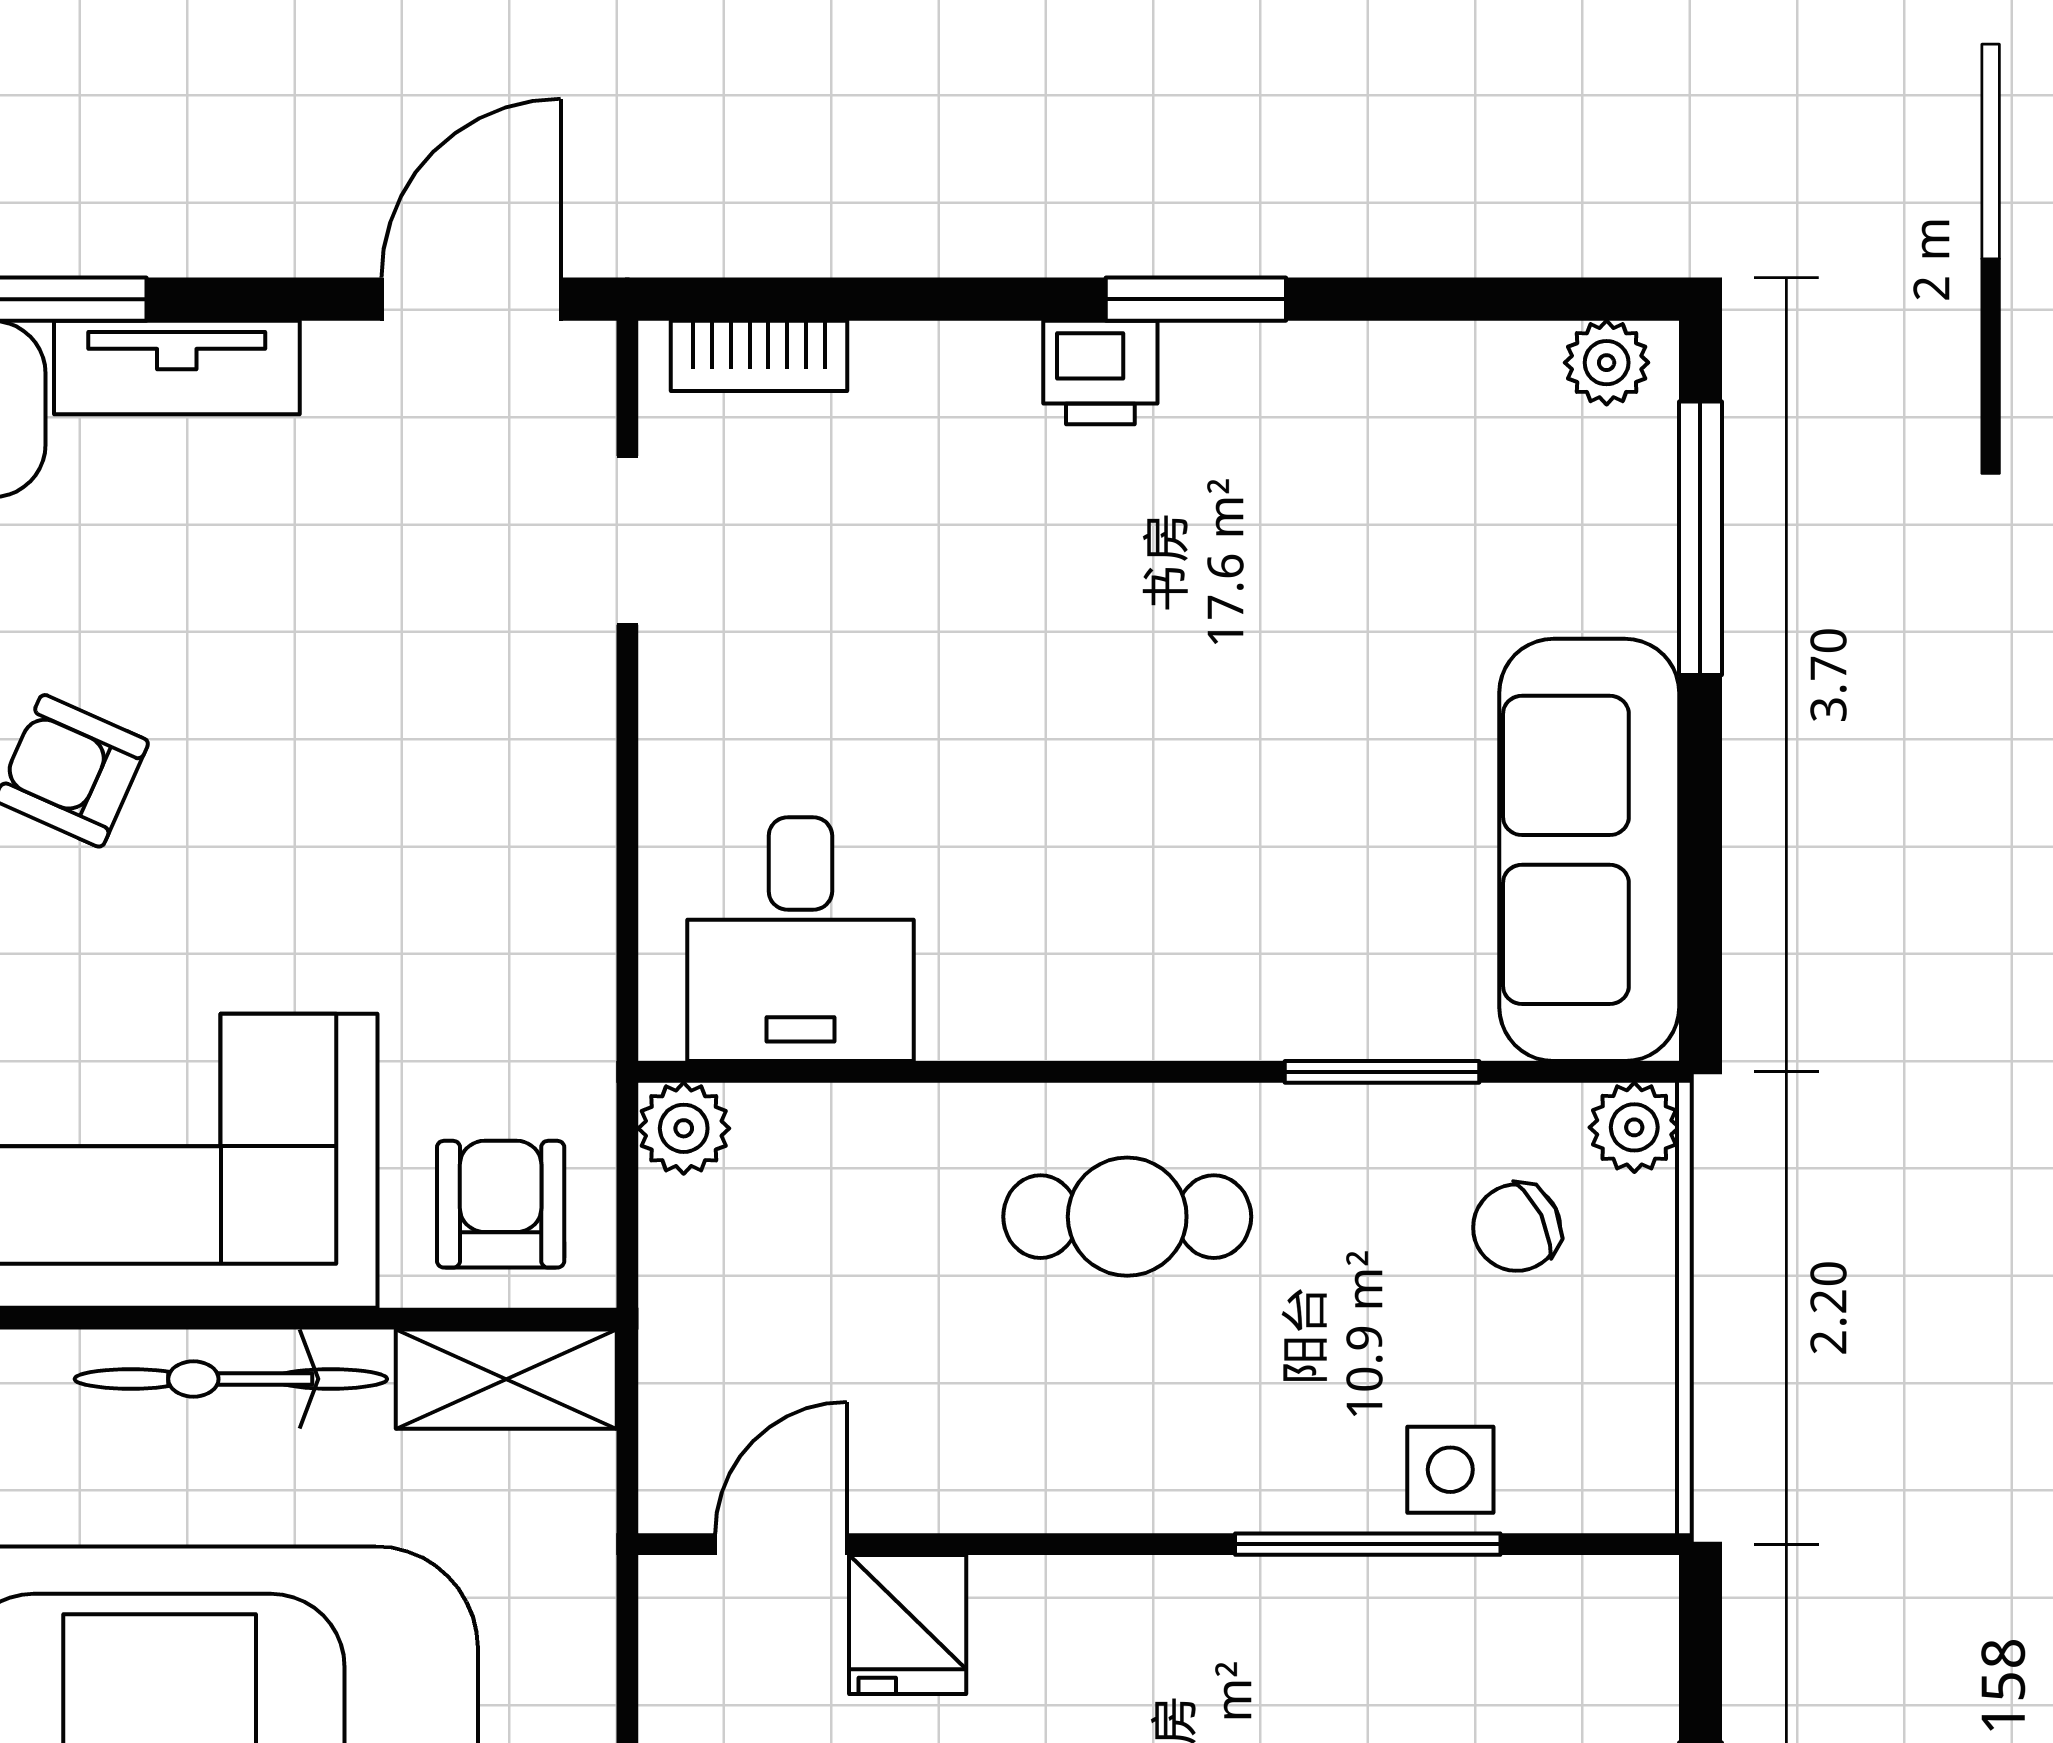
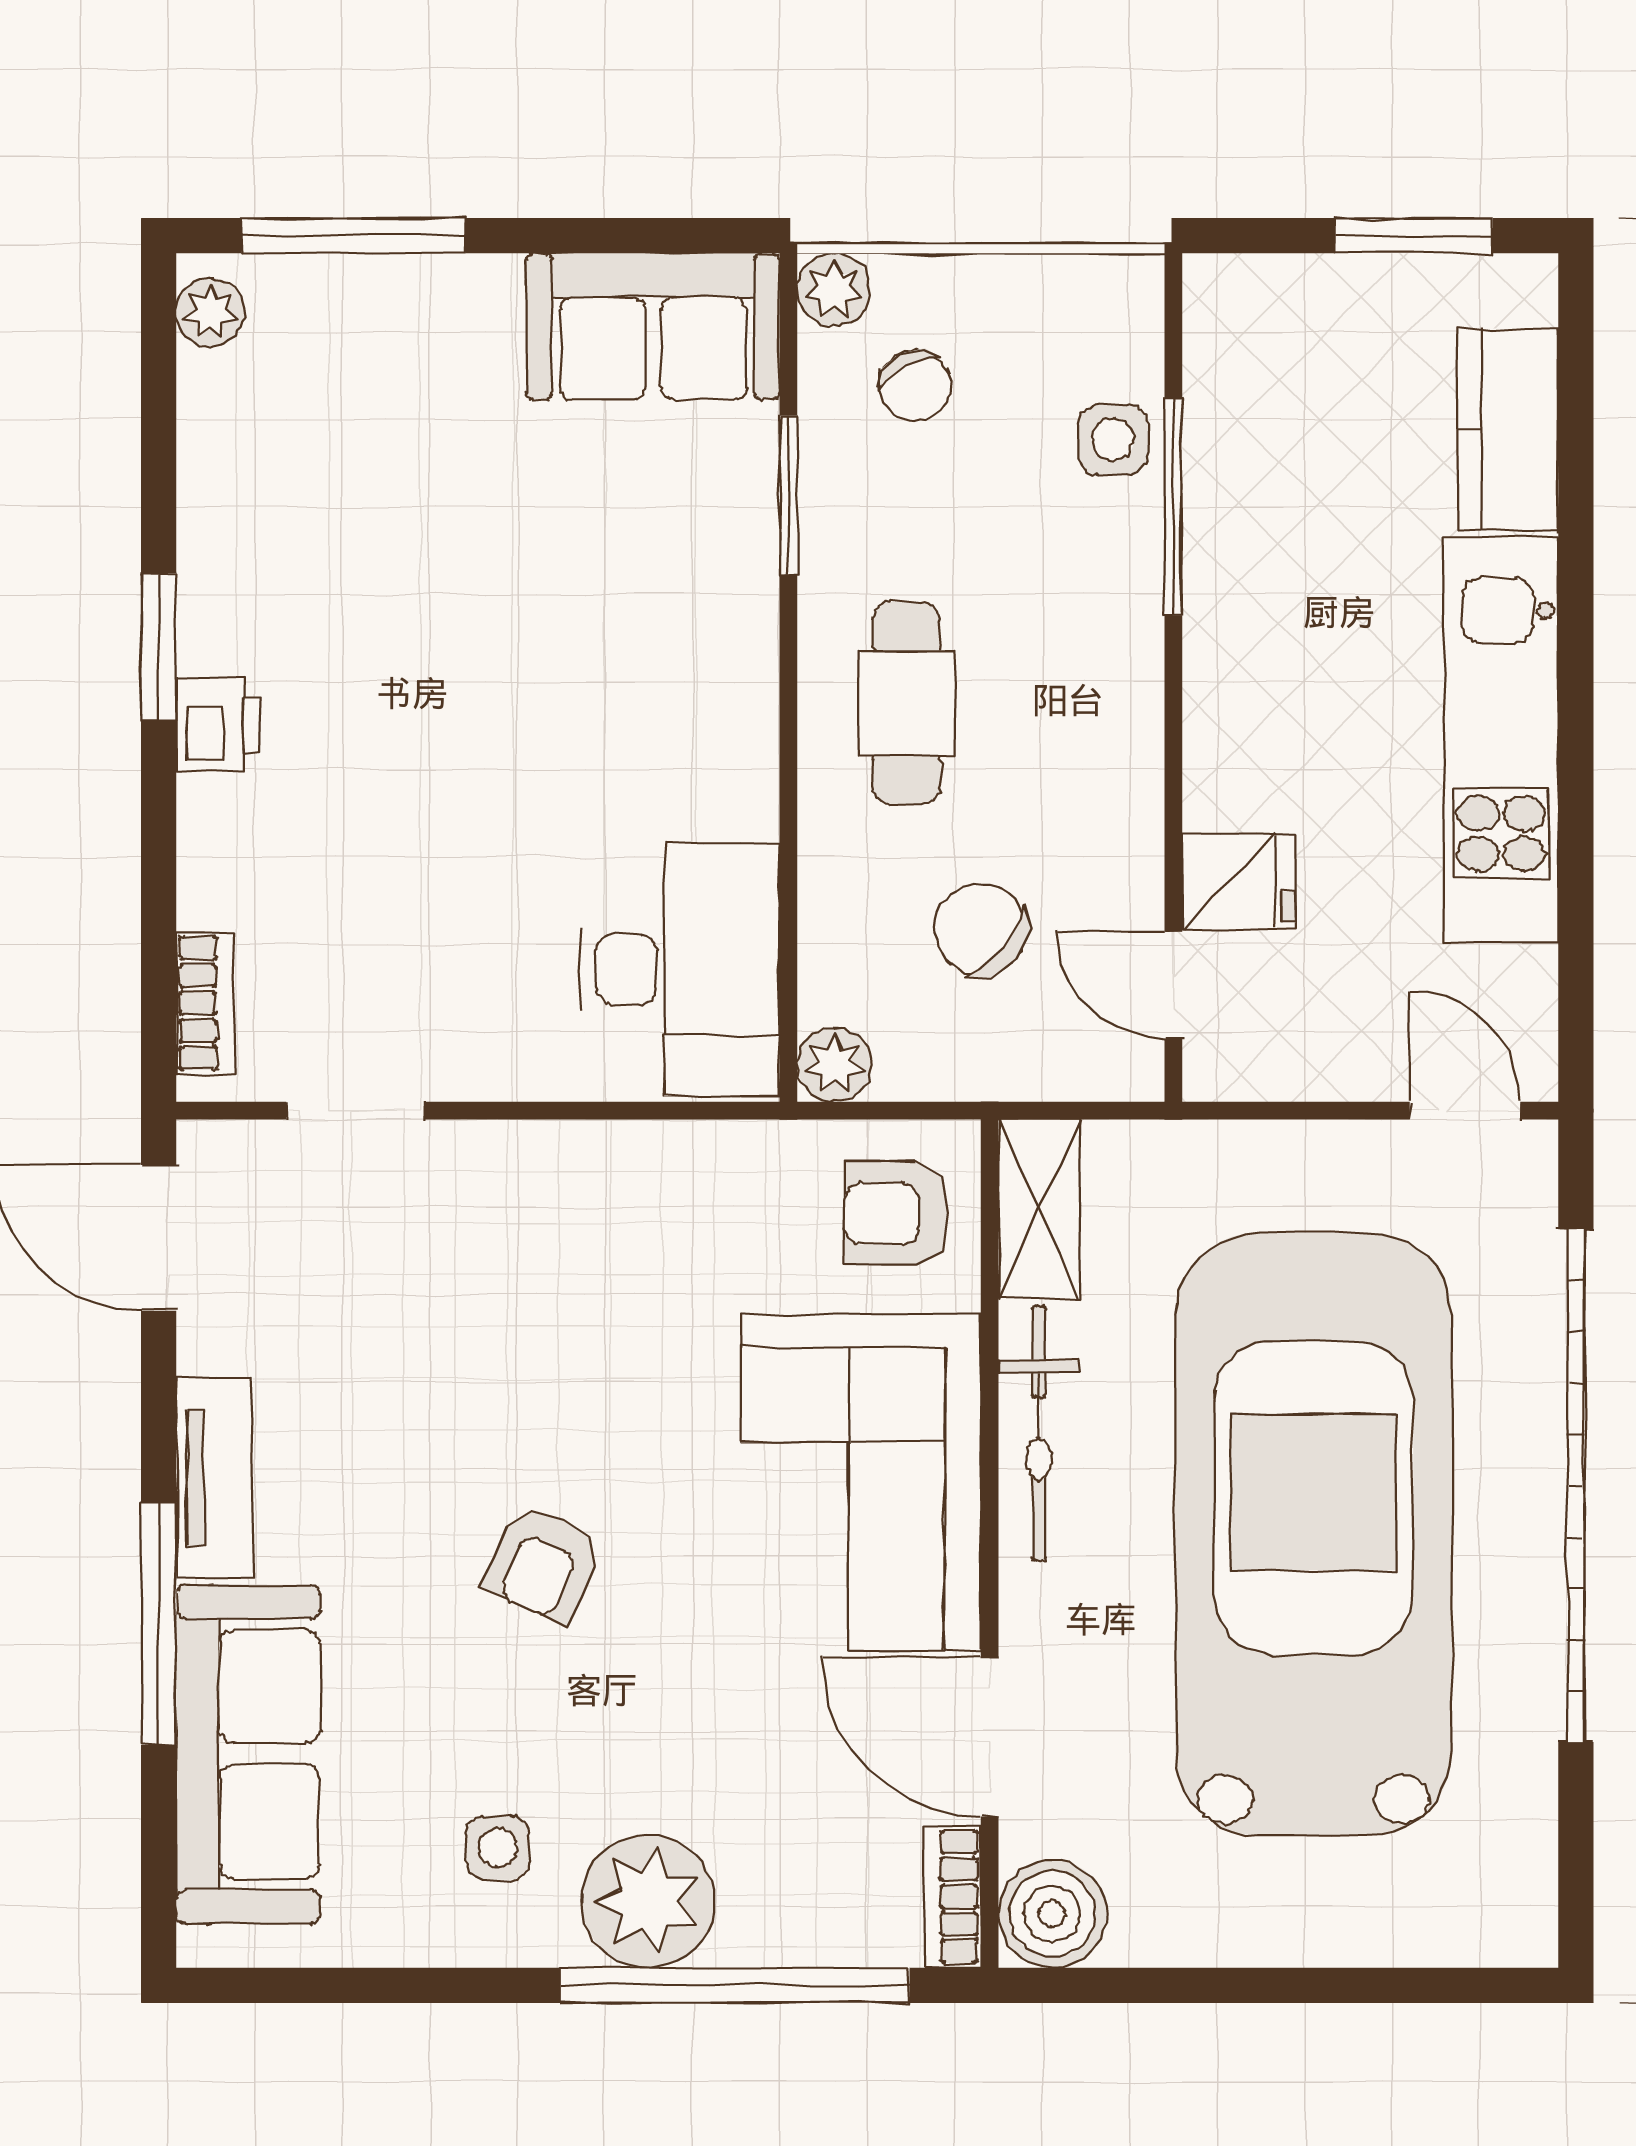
sofa: (1589, 850) -> (653, 326), width x0.73
desk: (800, 939) -> (680, 969), width x1.37
chair: (850, 1308) -> (981, 929), added

